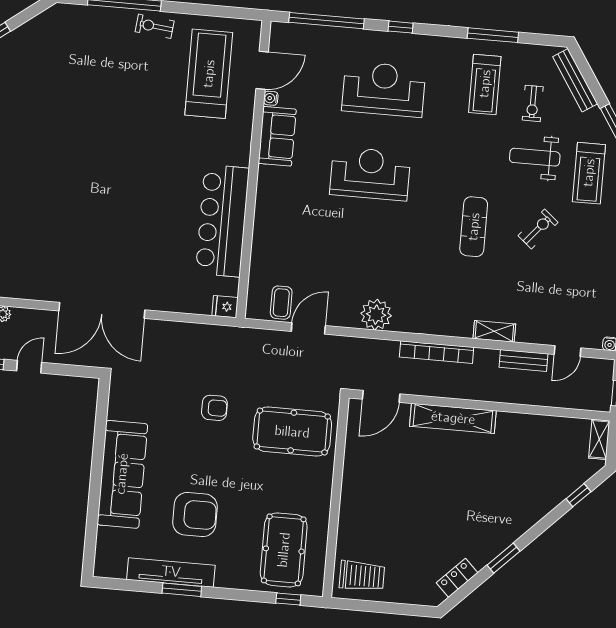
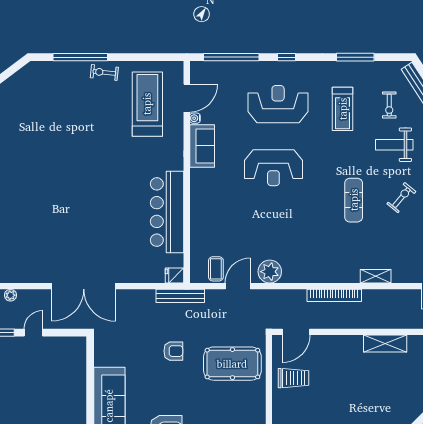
treadmill: (485, 84) -> (343, 109), moved
reception desk: (370, 174) -> (273, 168), turned 180
plant: (376, 315) -> (270, 272), moved
bench: (523, 360) -> (180, 296), moved, width x1.36
shelving: (453, 418) -> (385, 344), moved, width x0.68
trolley: (372, 458) -> (294, 378), added

